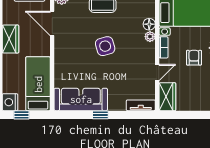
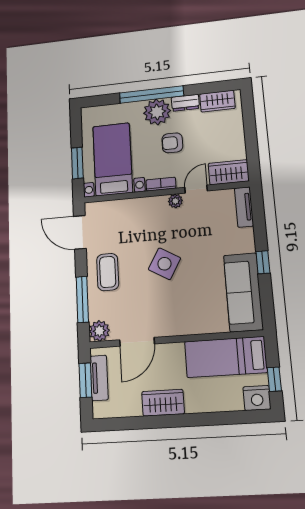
floor lamp: (149, 24) -> (131, 206), removed
plant: (150, 37) -> (175, 201), moved
side table: (105, 46) -> (164, 264), turned 45
door: (157, 72) -> (196, 189), hinge flipped

